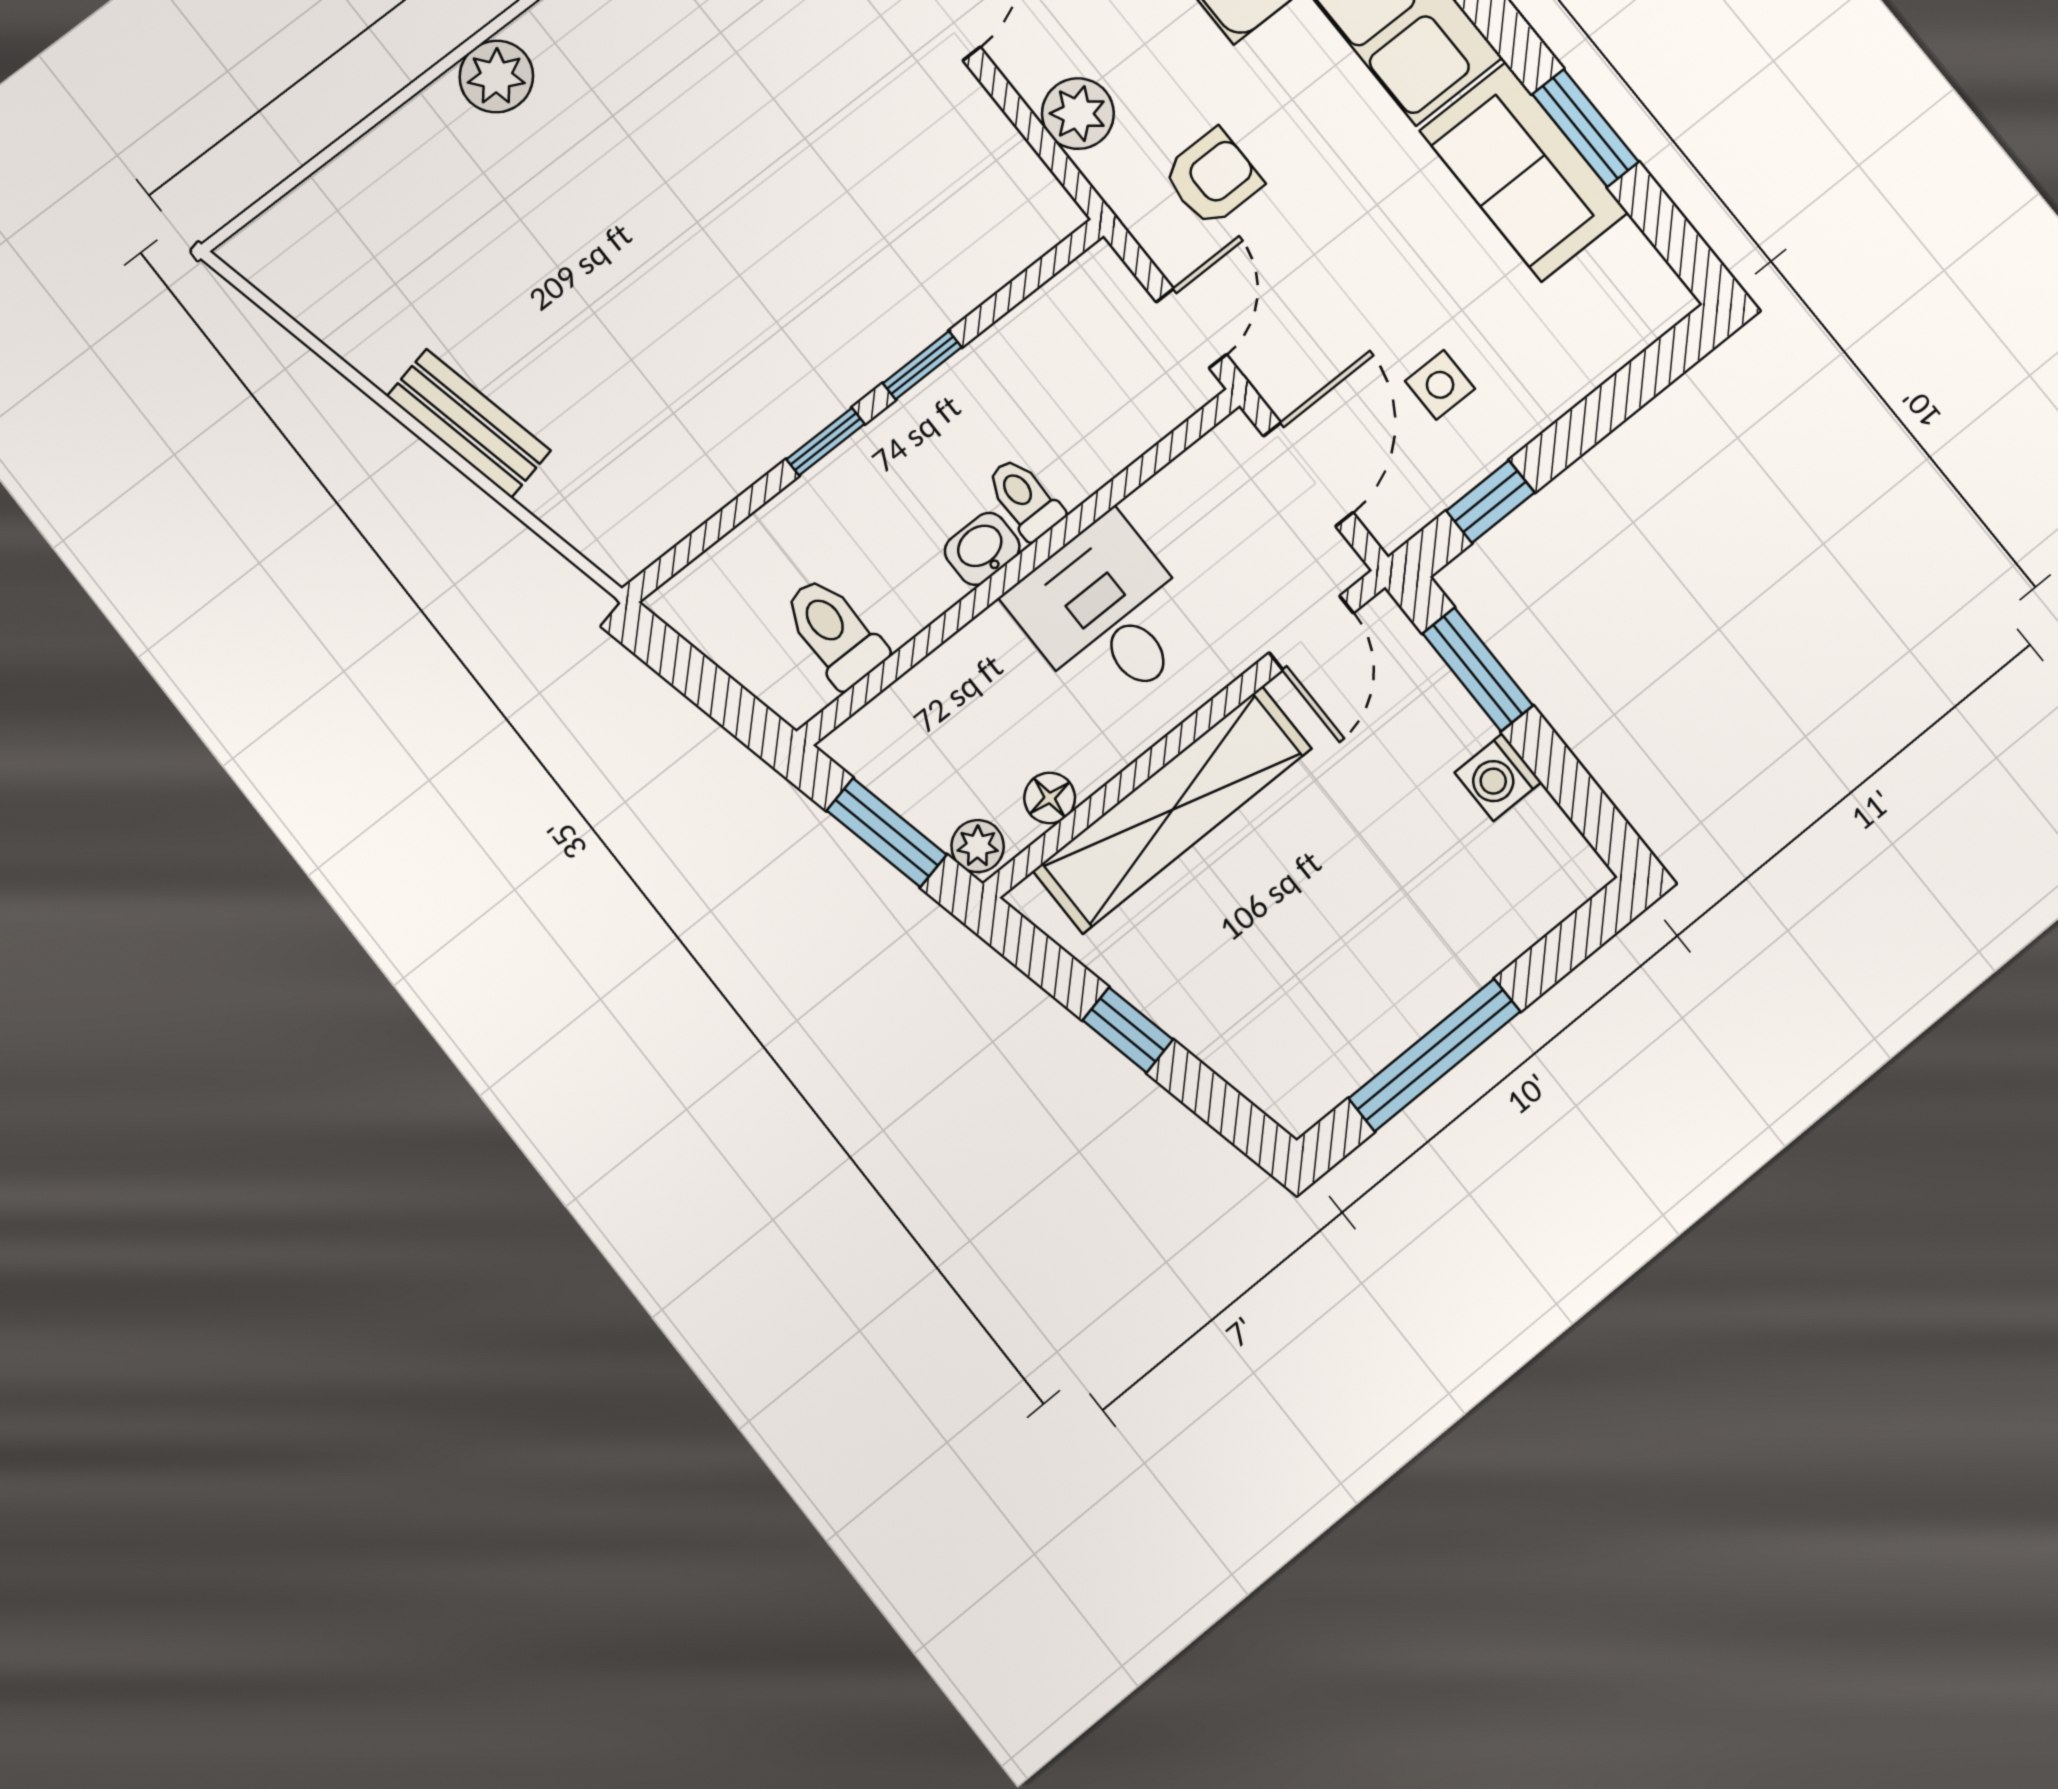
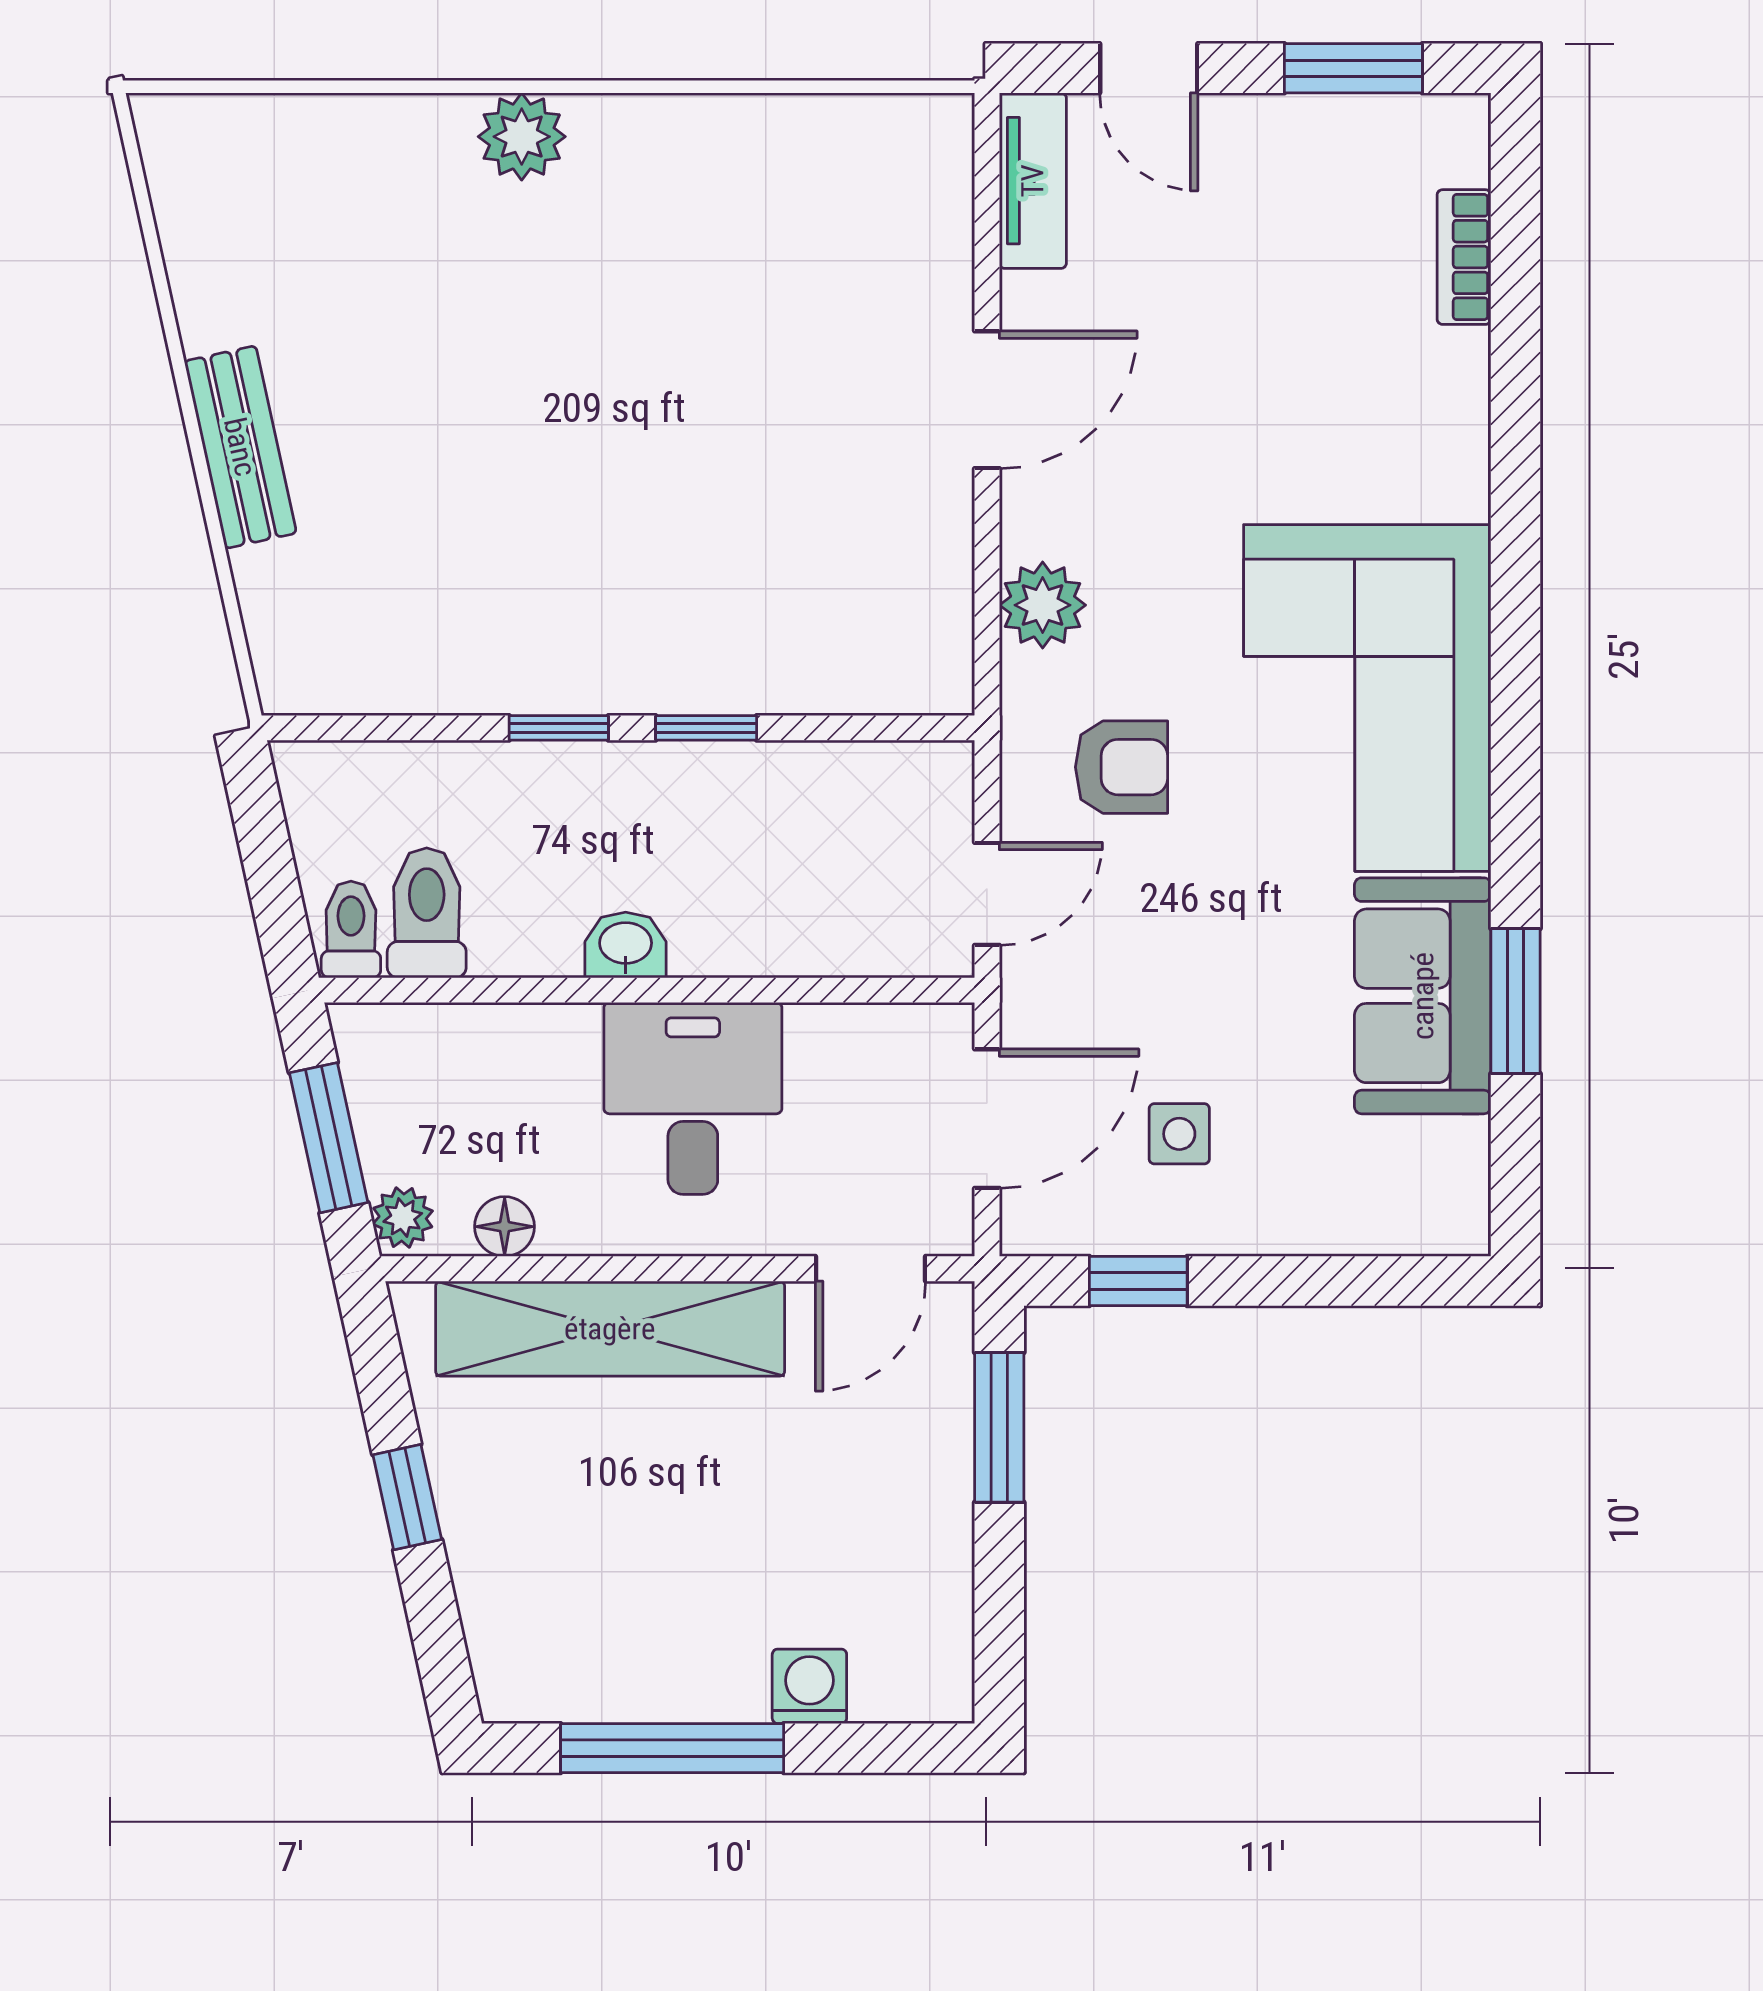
toilet: (1025, 499) -> (351, 929), moved
washing machine: (1498, 777) -> (809, 1686), moved, turned 90

